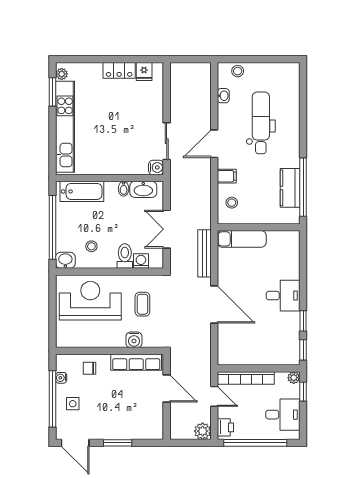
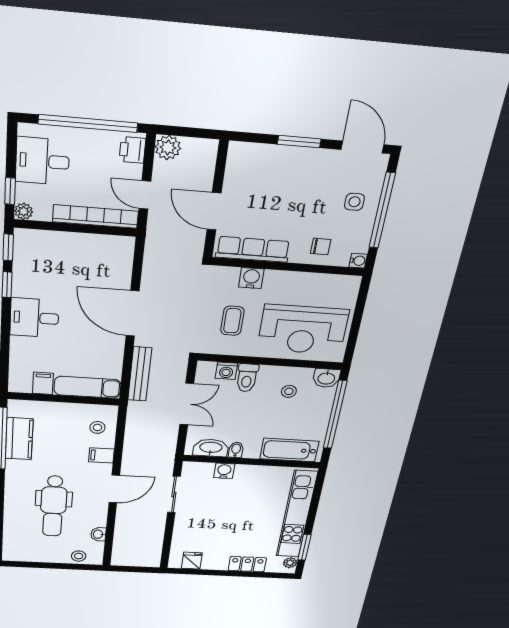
locker: (119, 70) -> (247, 564), moved
water cooler: (156, 167) -> (224, 471), moved, turned 90
filing cabinet: (275, 240) -> (43, 383), added
water cooler: (61, 378) -> (358, 261), moved

